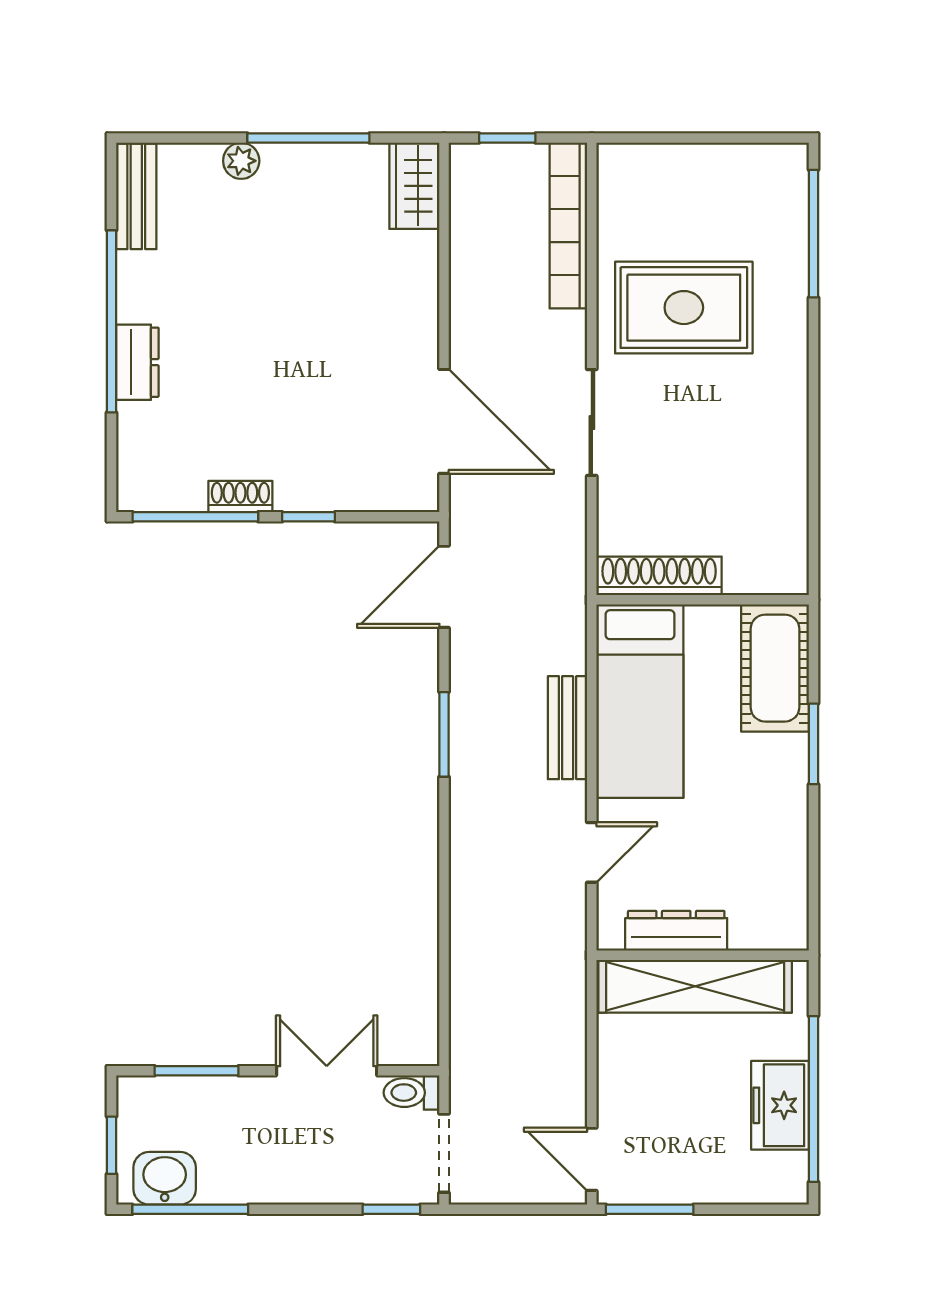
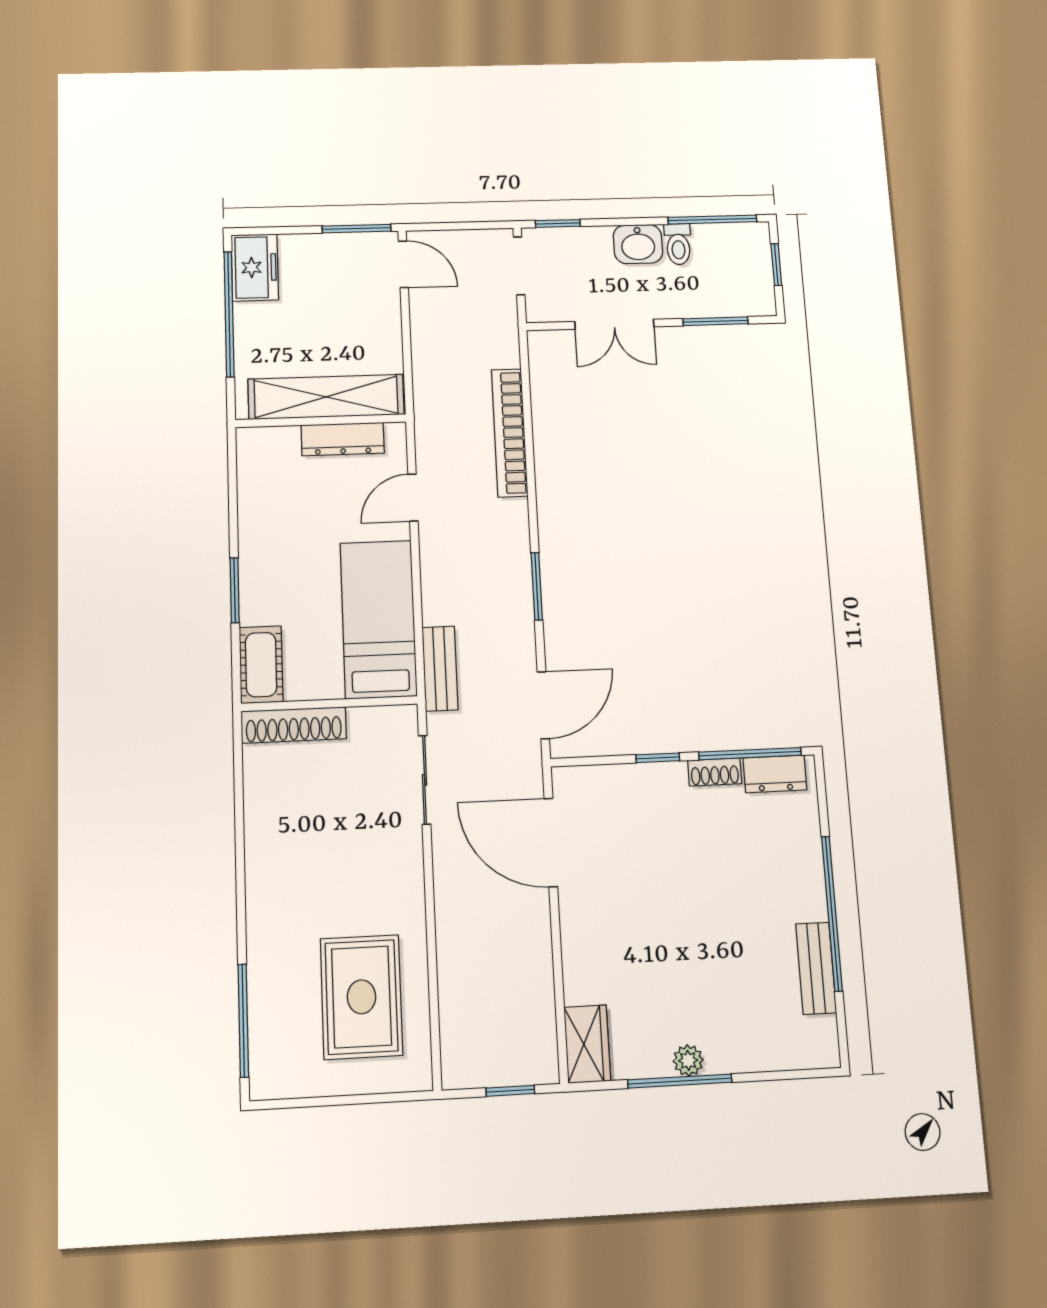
plant: (241, 161) -> (688, 1060), moved
bench: (136, 196) -> (816, 968), moved
bookcase: (568, 226) -> (510, 433), moved, turned 180
rug: (684, 308) -> (361, 997), moved, turned 90
dresser: (137, 362) -> (775, 774), moved, turned -90
sliding door: (592, 423) -> (425, 780), moved
shoe rack: (659, 576) -> (294, 725), moved
cot: (775, 668) -> (261, 665), width x0.73, depth x0.75
bench: (568, 728) -> (440, 669), moved
toilet: (412, 1093) -> (678, 244), moved, turned 90
freezer: (780, 1105) -> (255, 267), moved
washbasin: (165, 1178) -> (638, 244), moved

